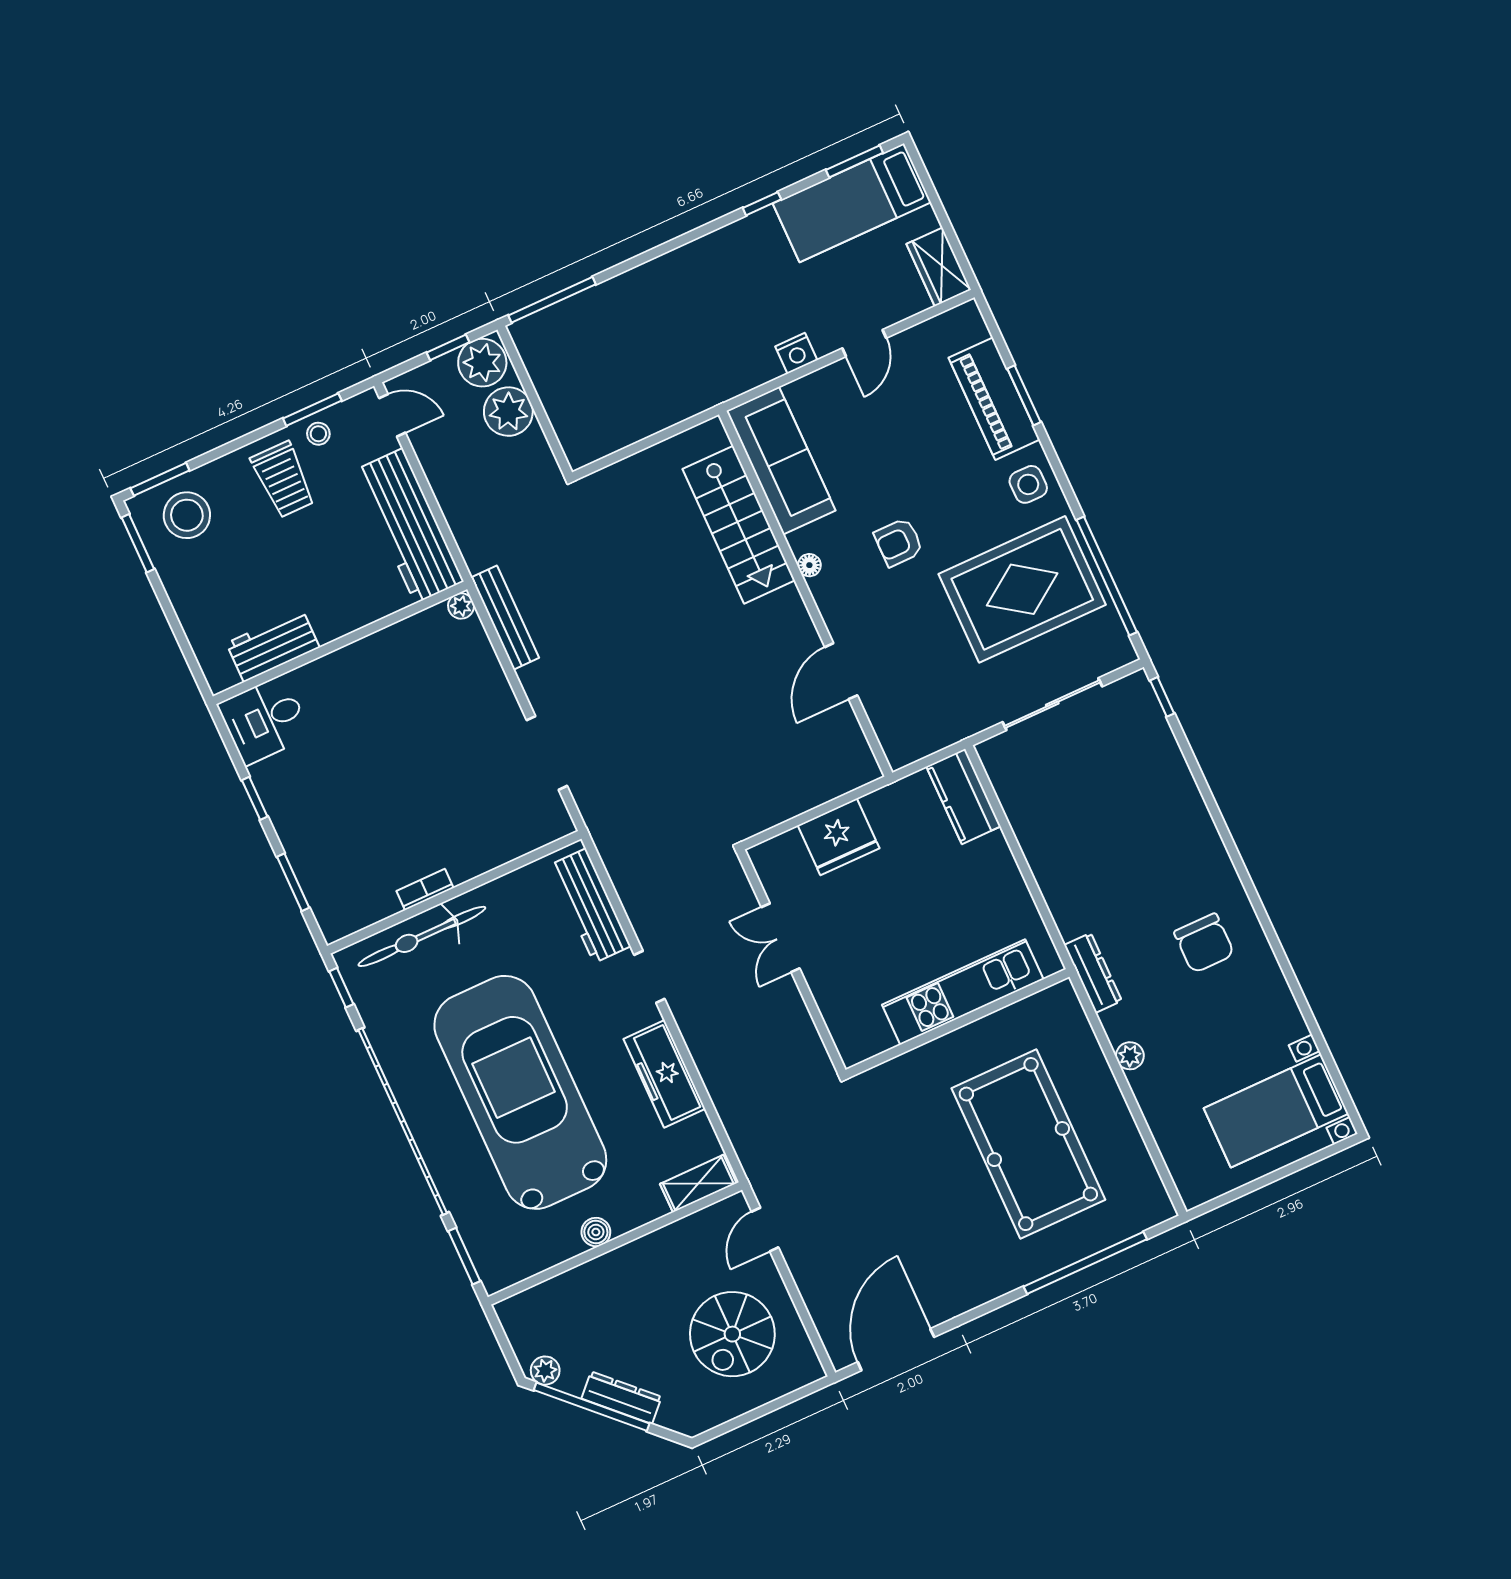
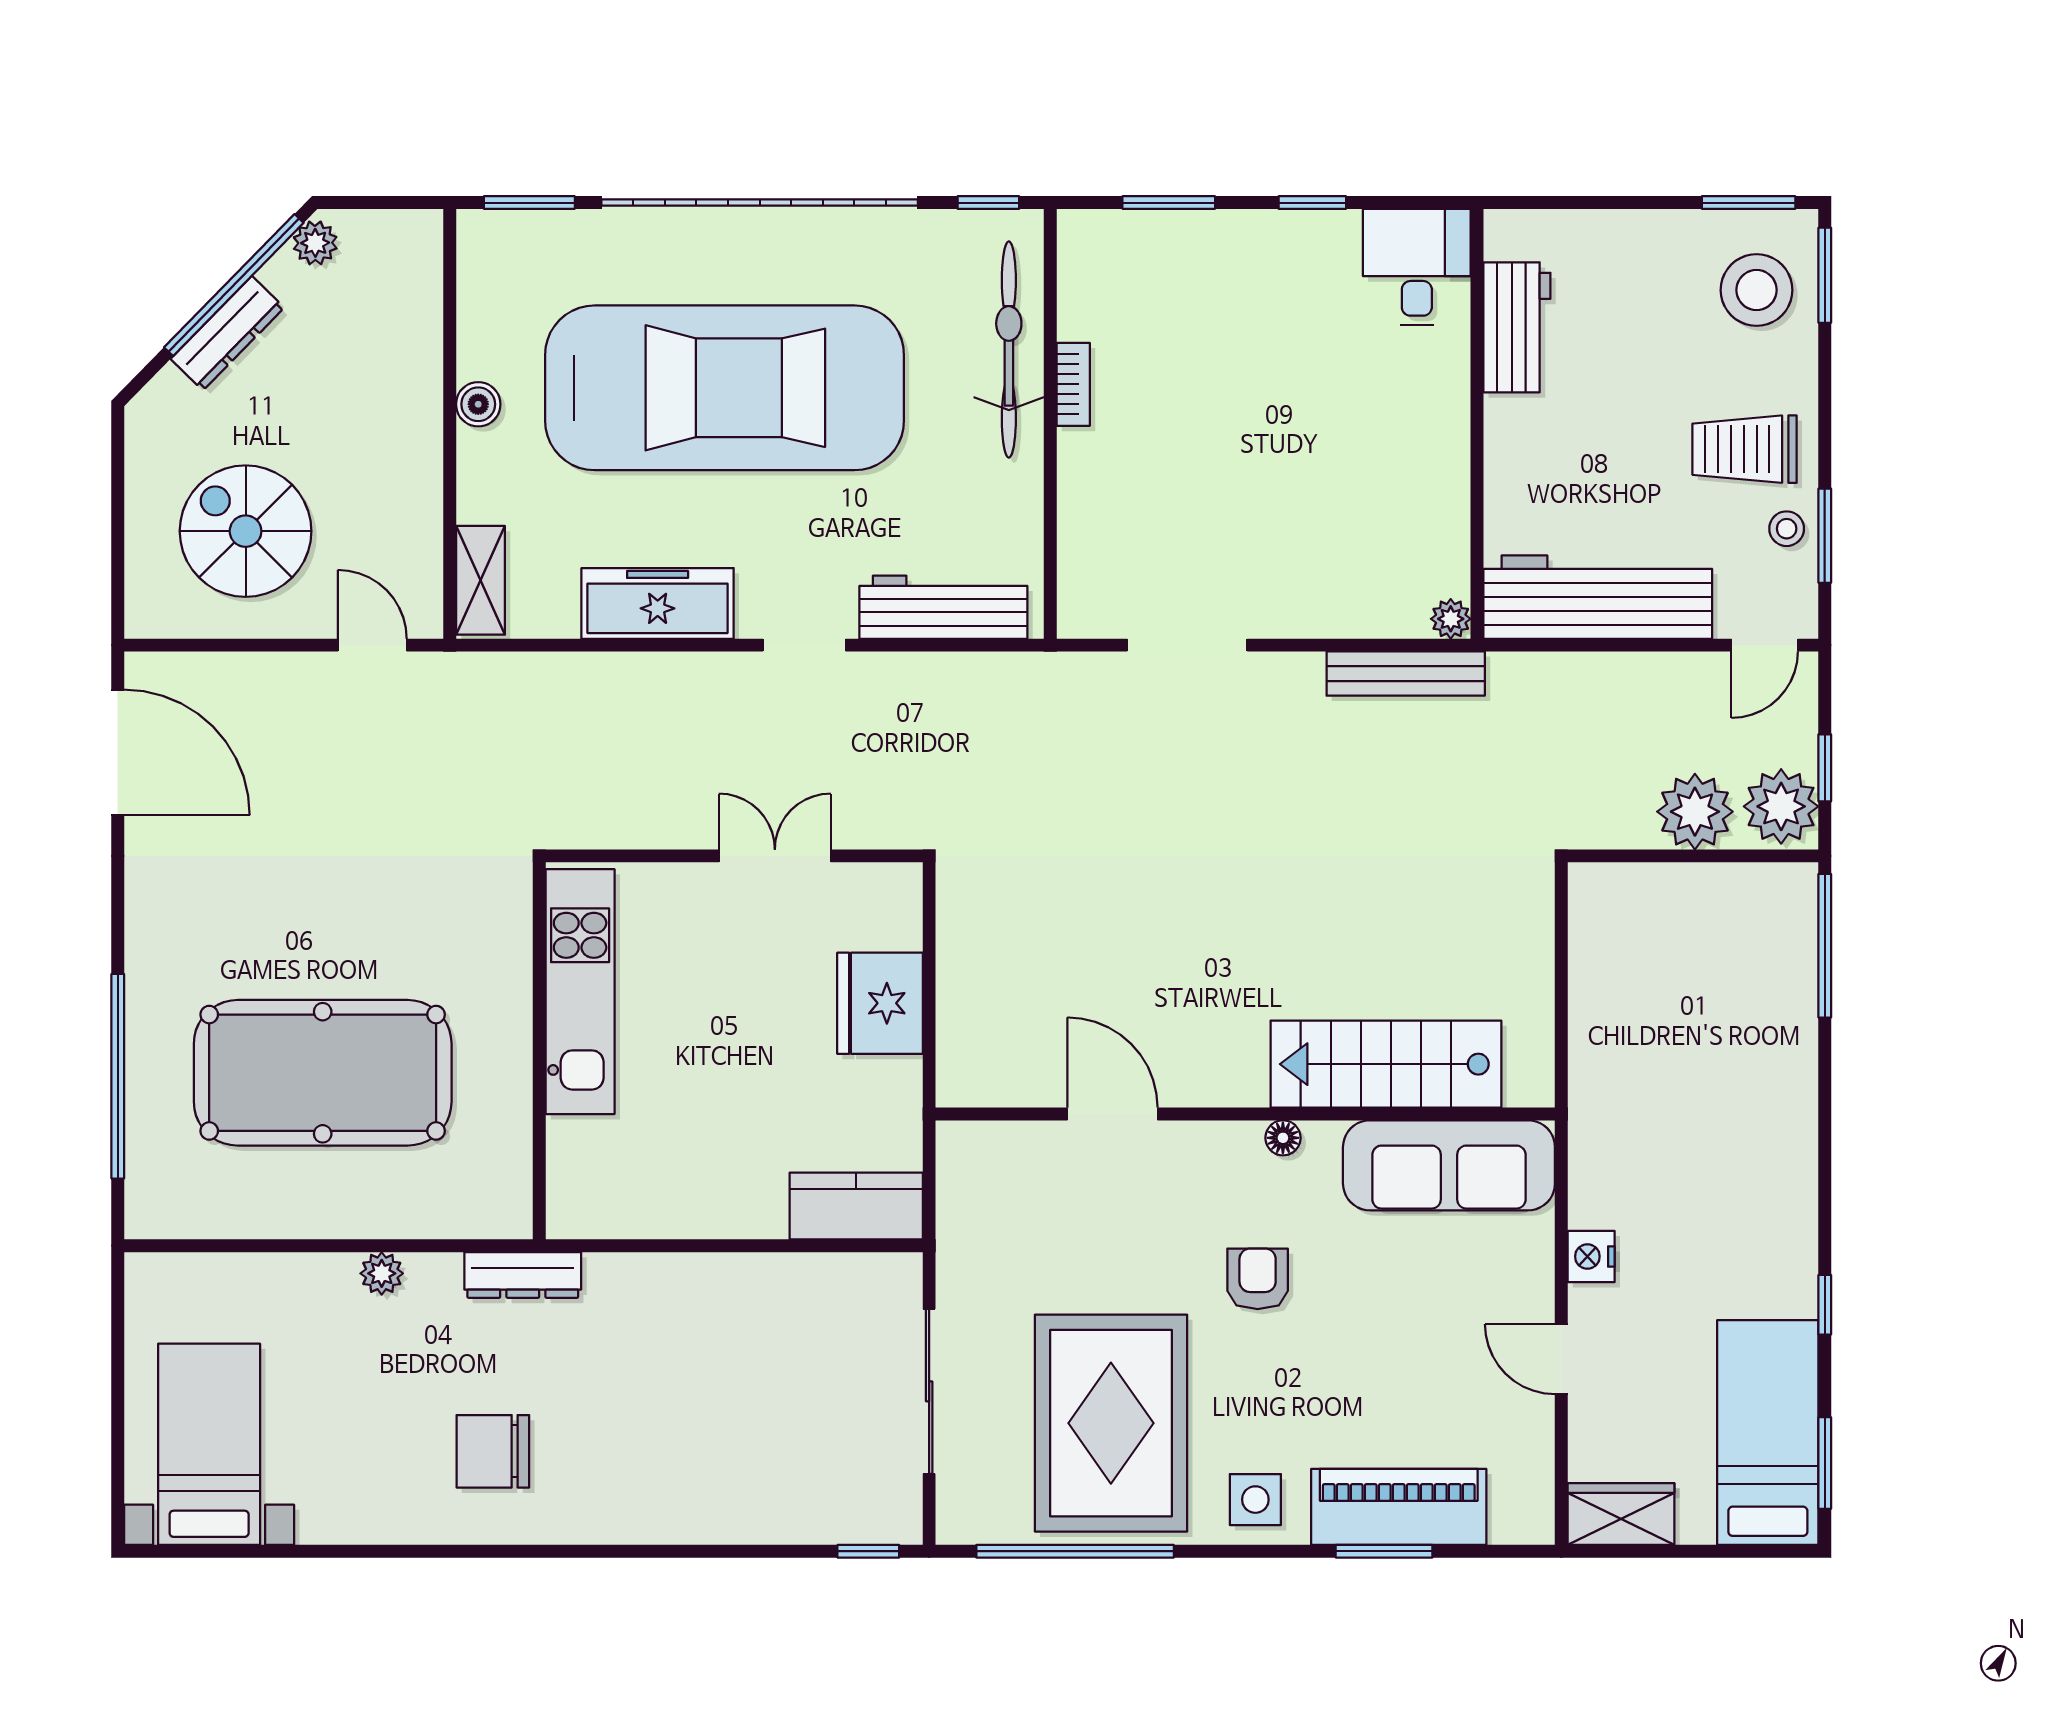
kitchen unit: (963, 992) -> (580, 992), moved

